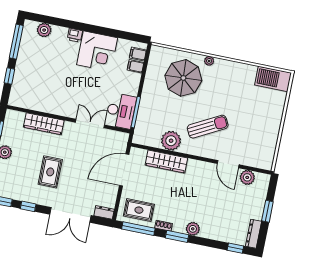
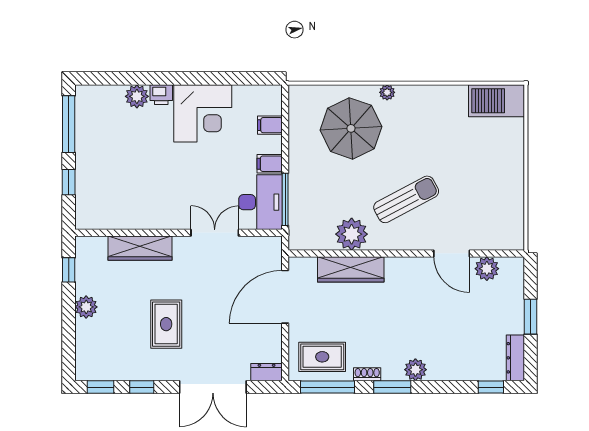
plant: (44, 30) -> (137, 96), moved
filing cabinet: (138, 54) -> (270, 164), moved

